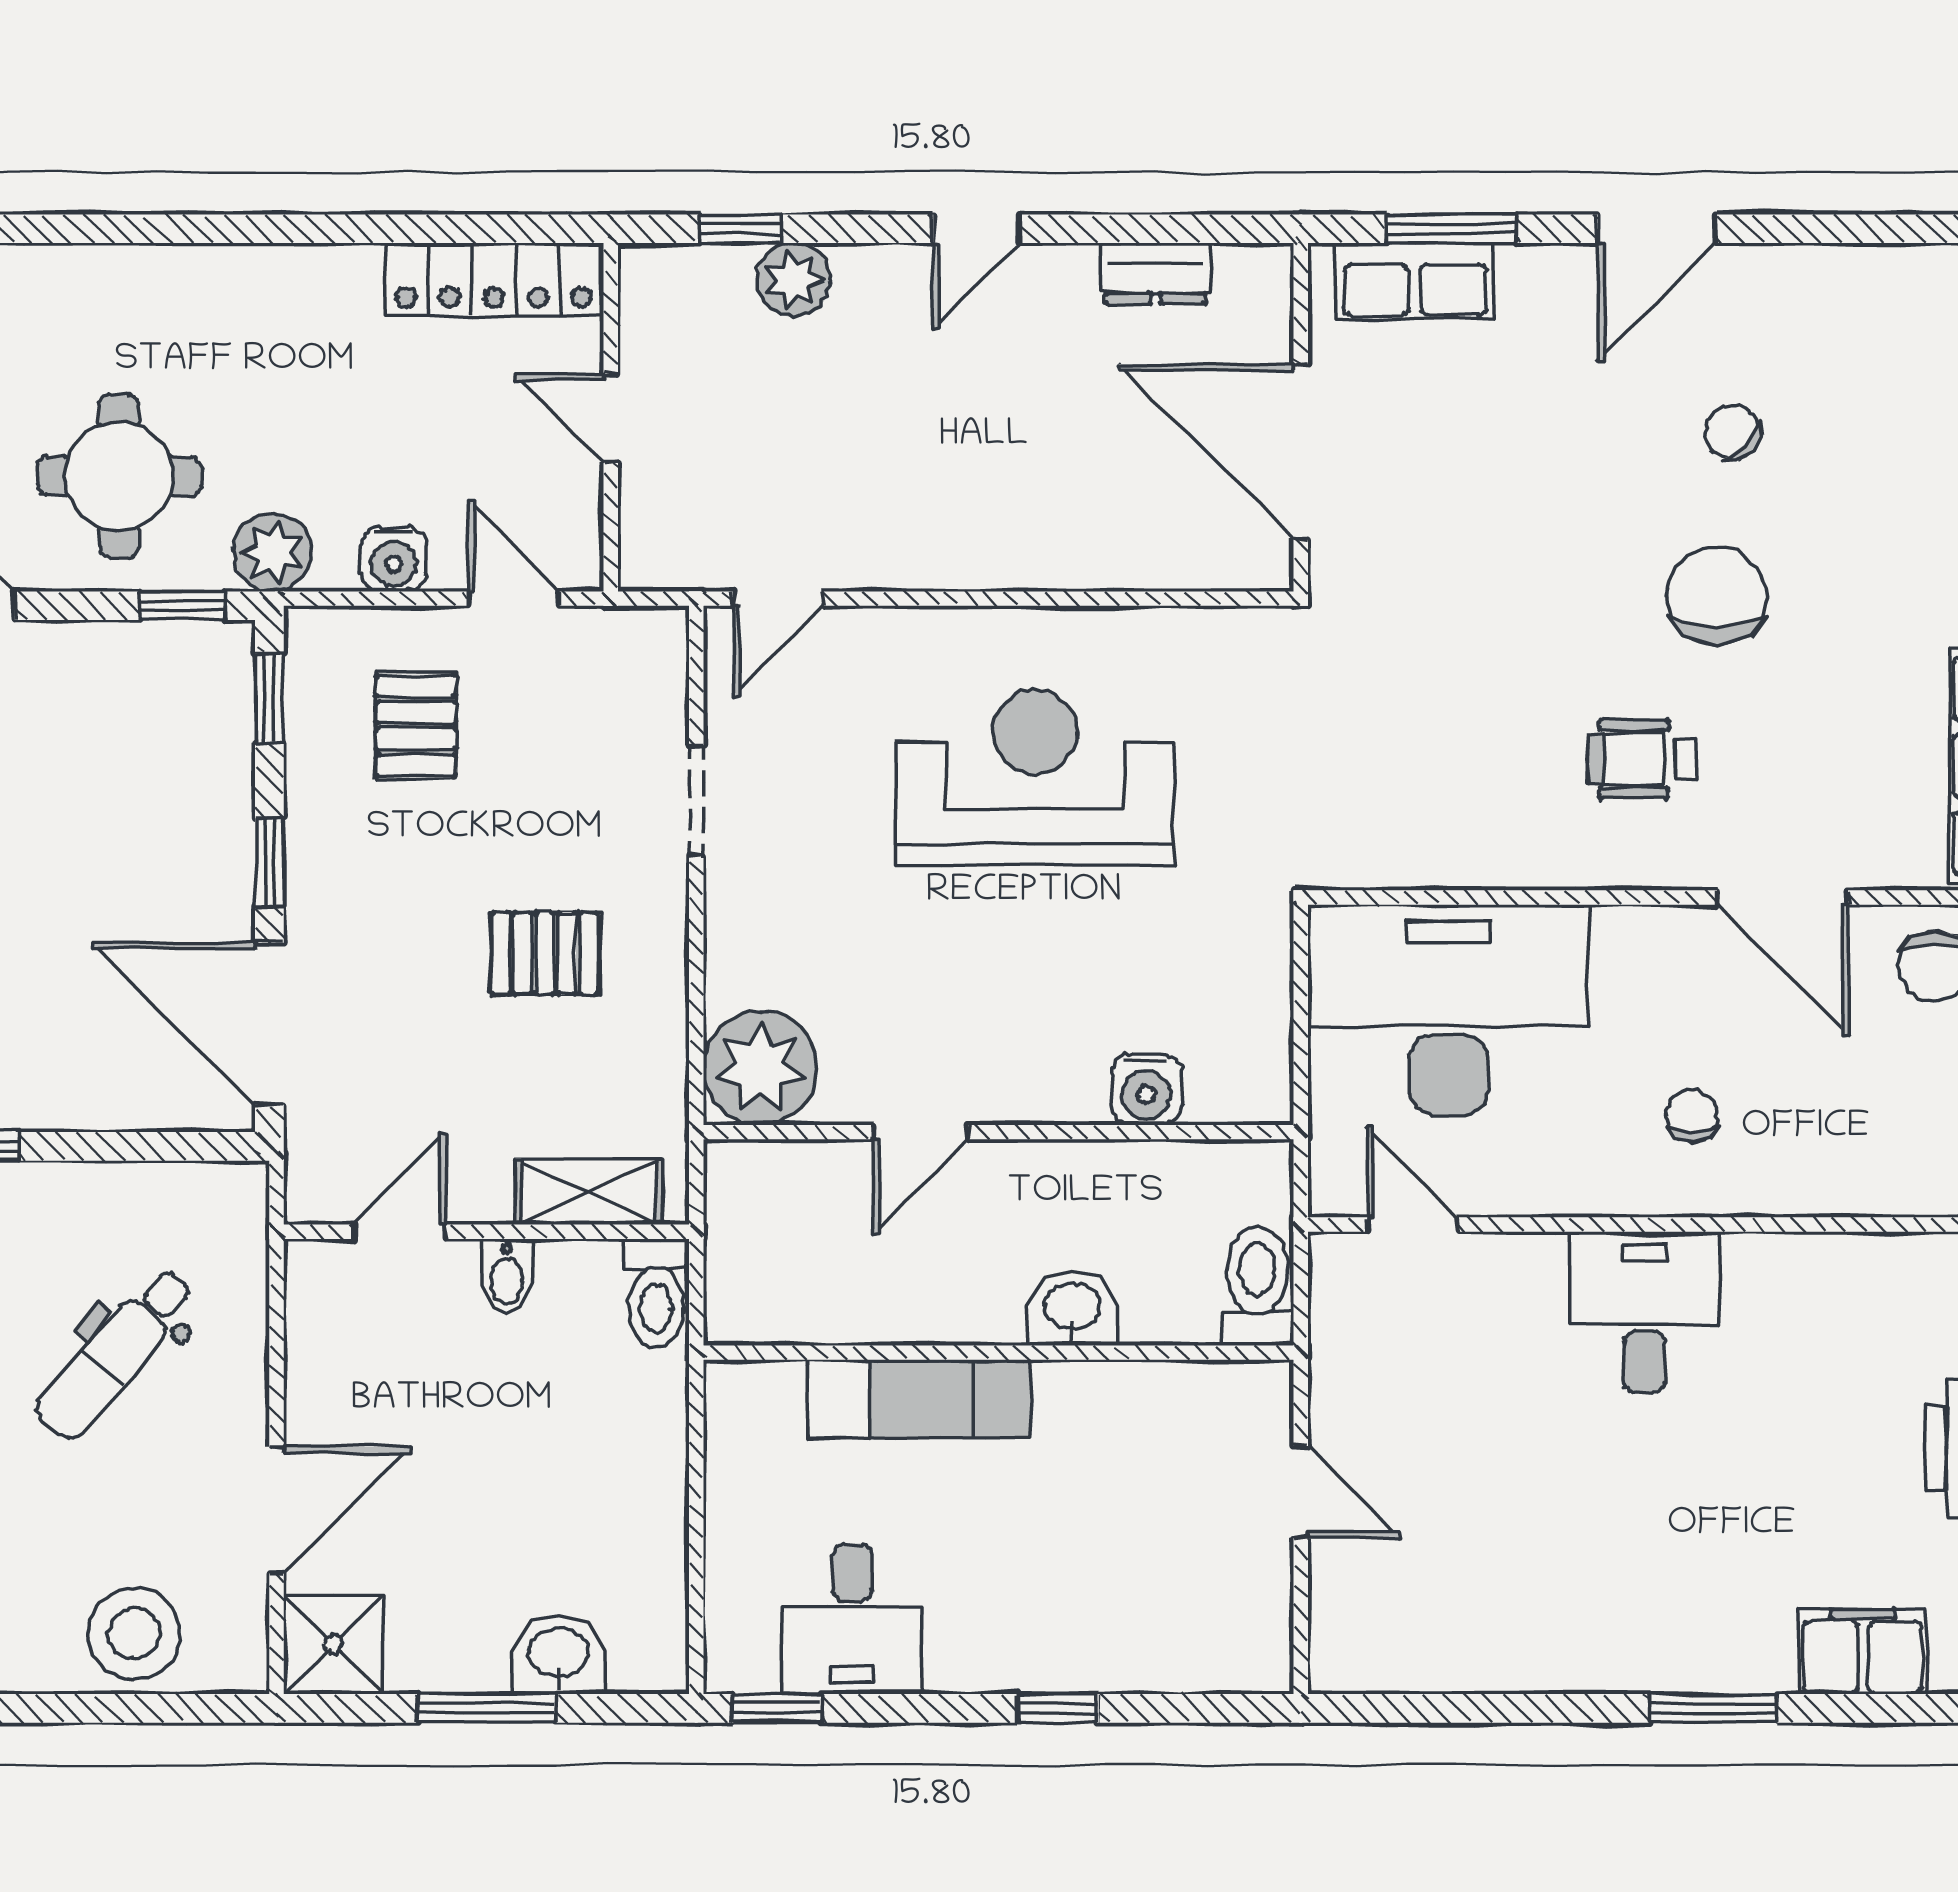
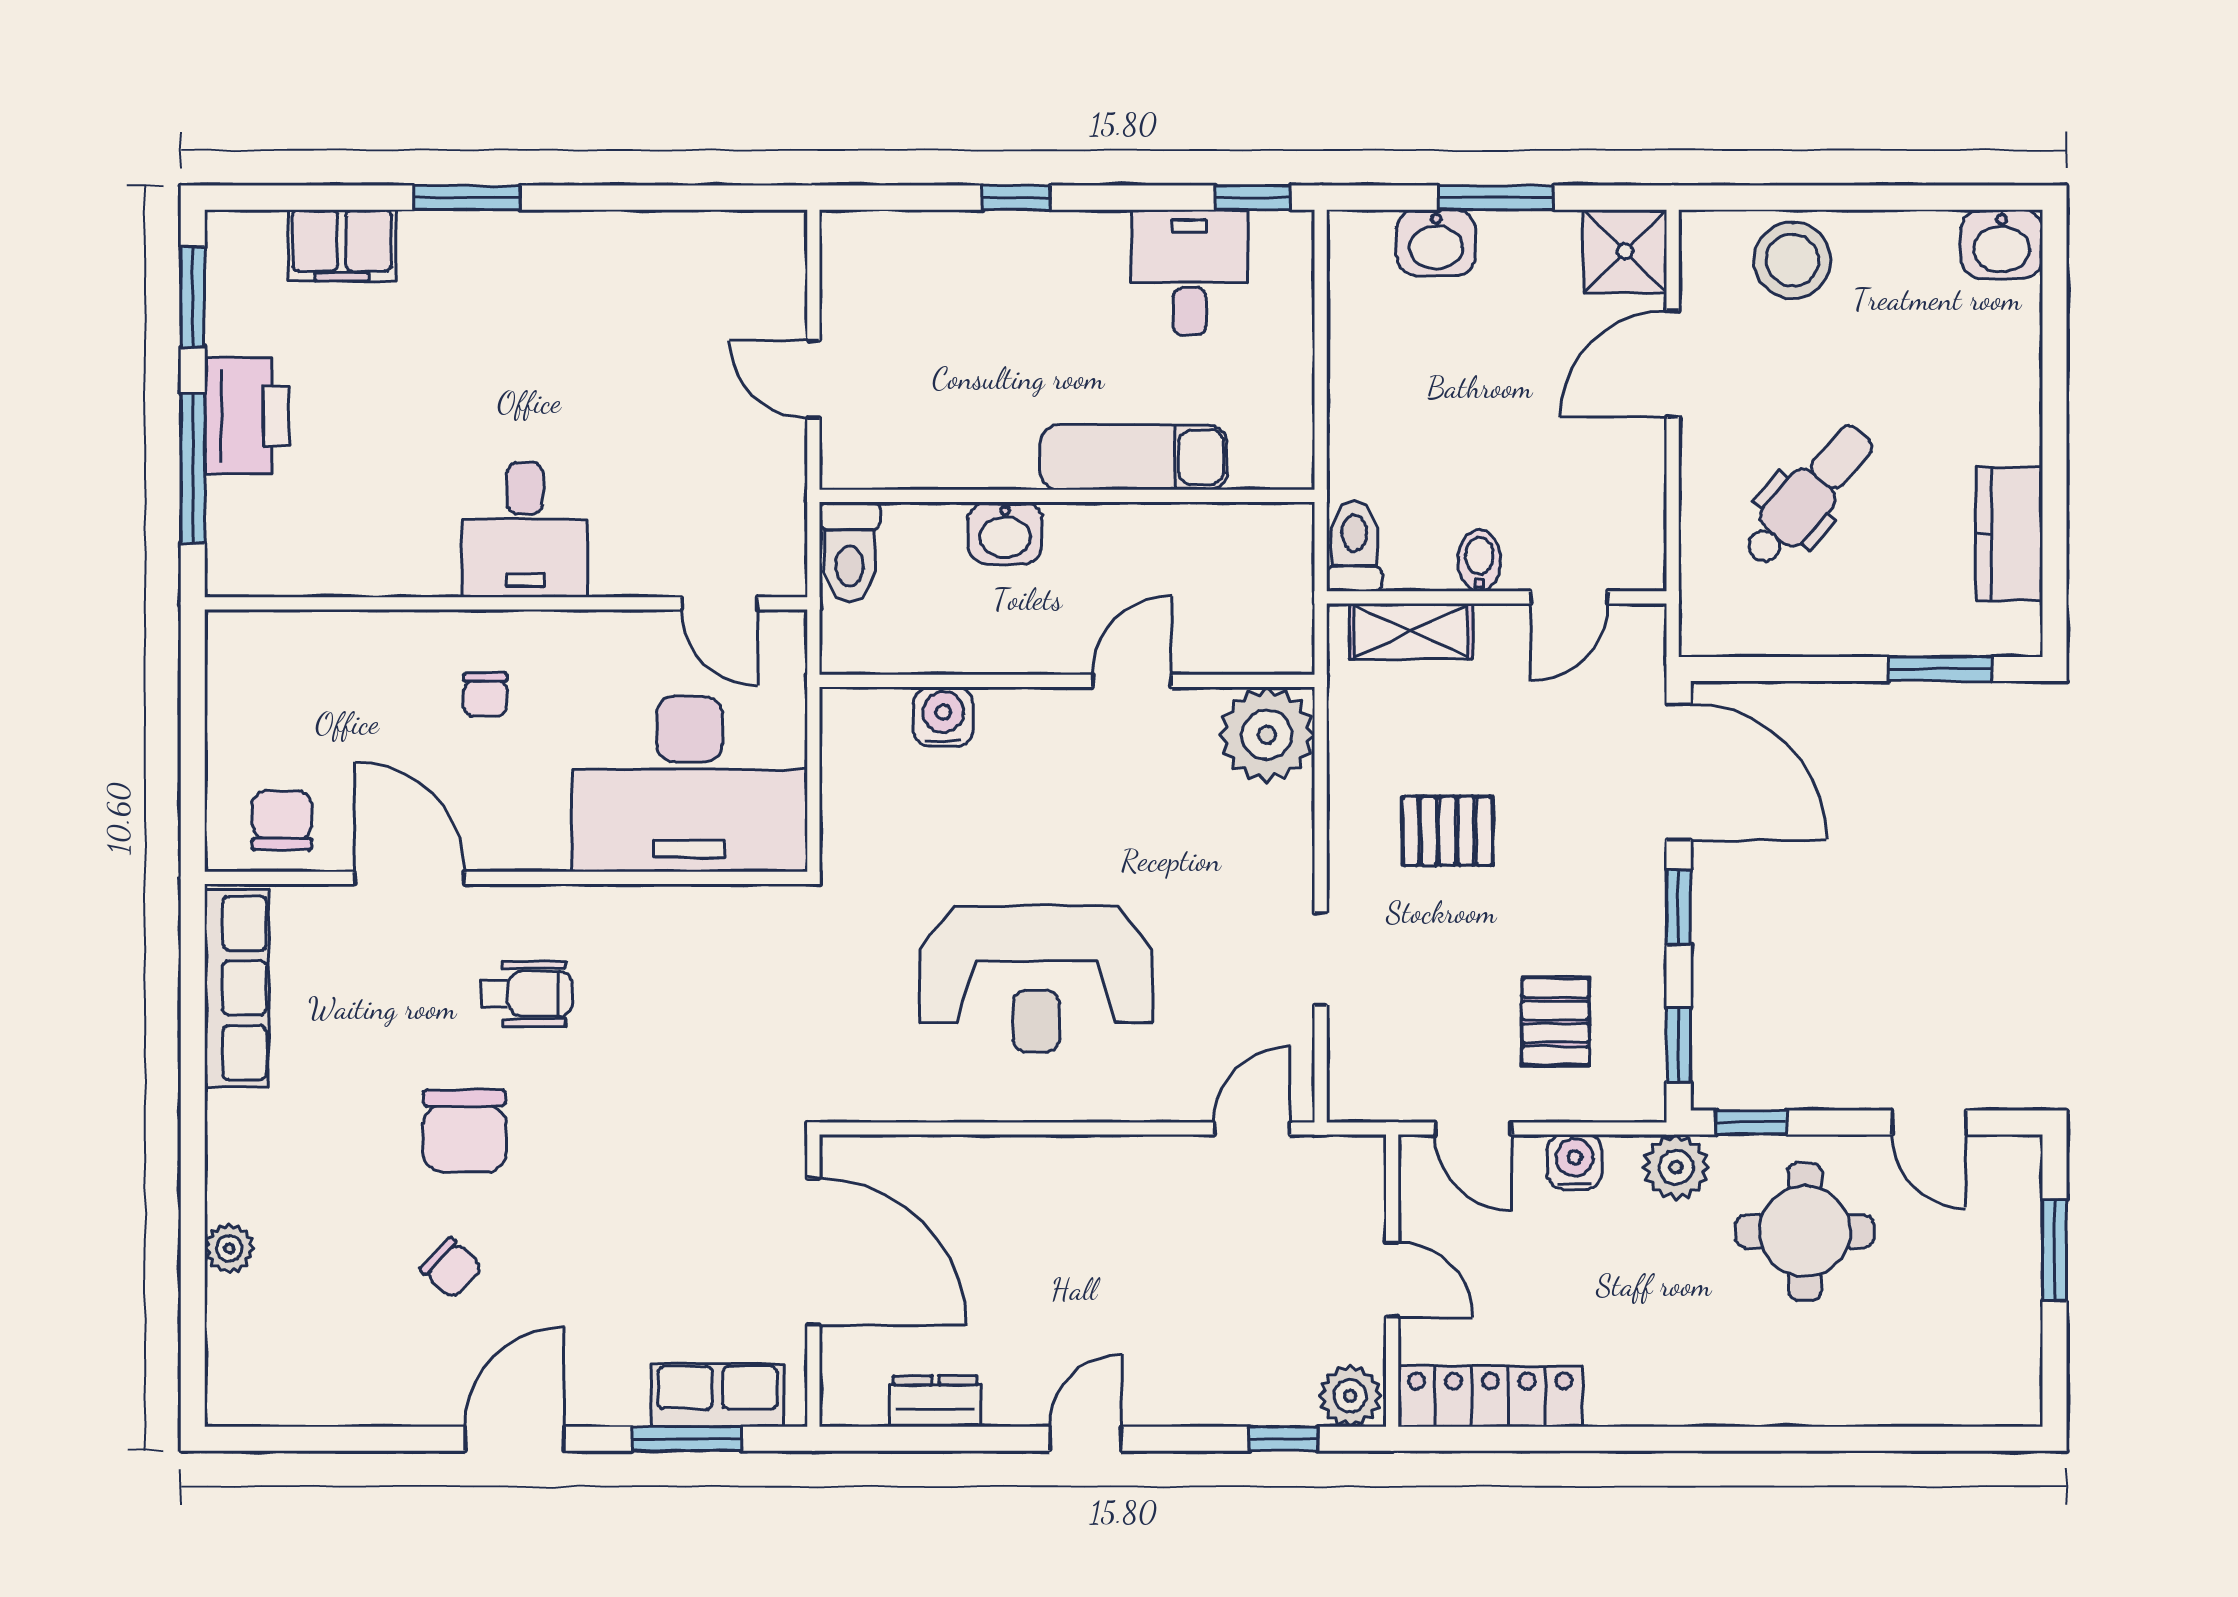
plant: (793, 280) -> (1350, 1396), moved

